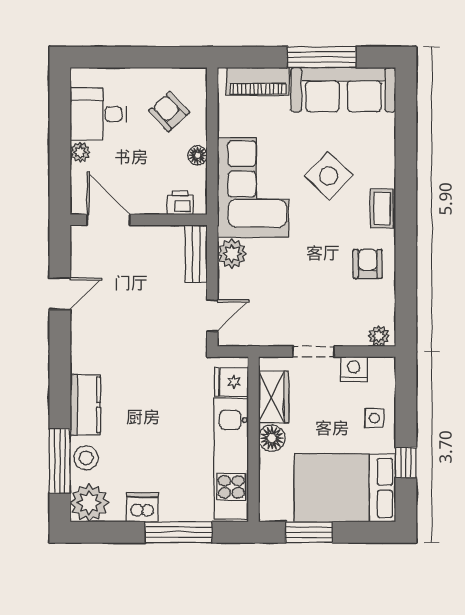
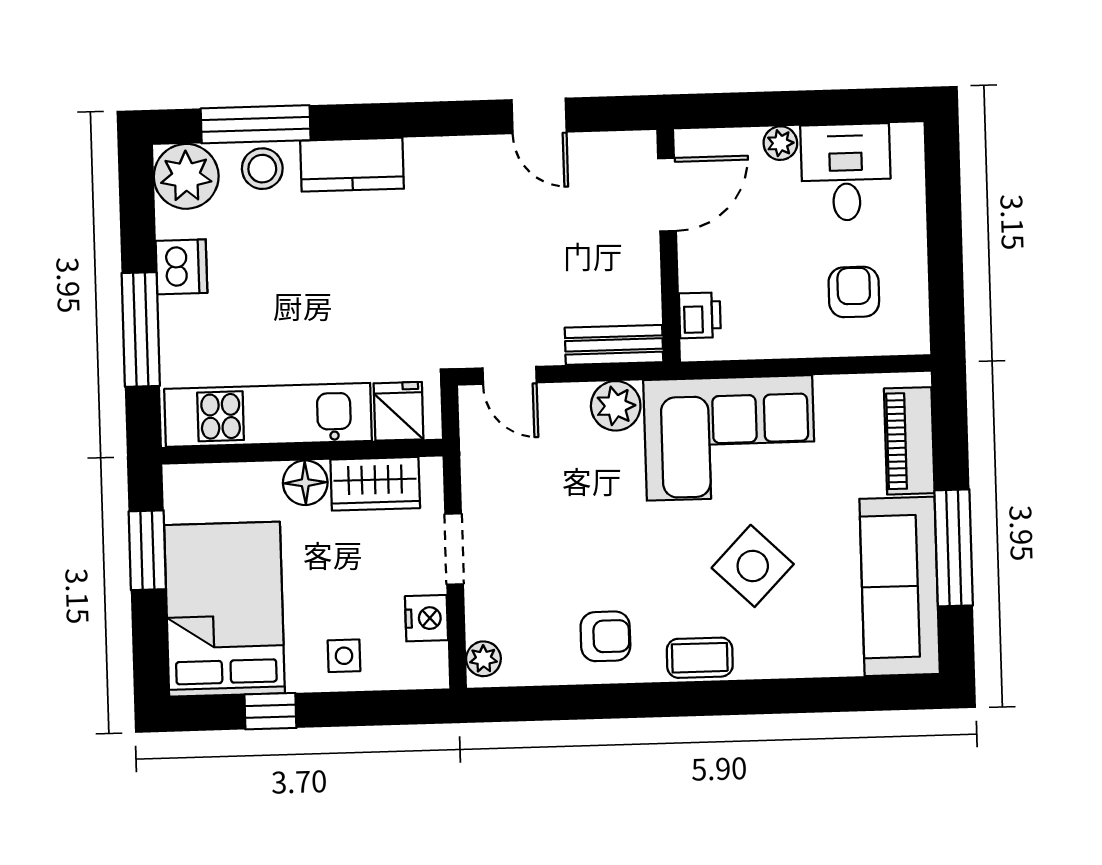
armchair: (169, 111) -> (854, 292), turned -47
floor lamp: (198, 155) -> (781, 342), removed

